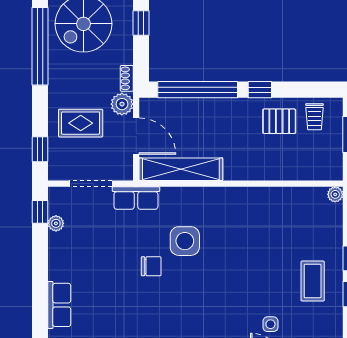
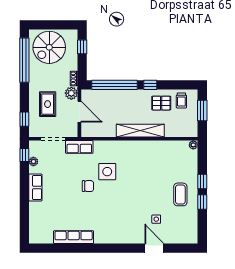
rug: (81, 123) -> (48, 104), turned 90
shelving: (181, 169) -> (140, 131), moved
row of seats: (59, 305) -> (35, 188), moved

